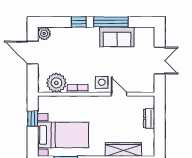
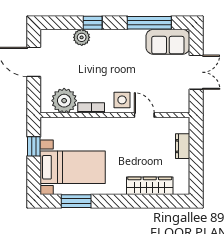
window: (111, 22) -> (149, 23), moved
plant: (44, 33) -> (82, 37), moved
sofa: (117, 37) -> (168, 42), moved

